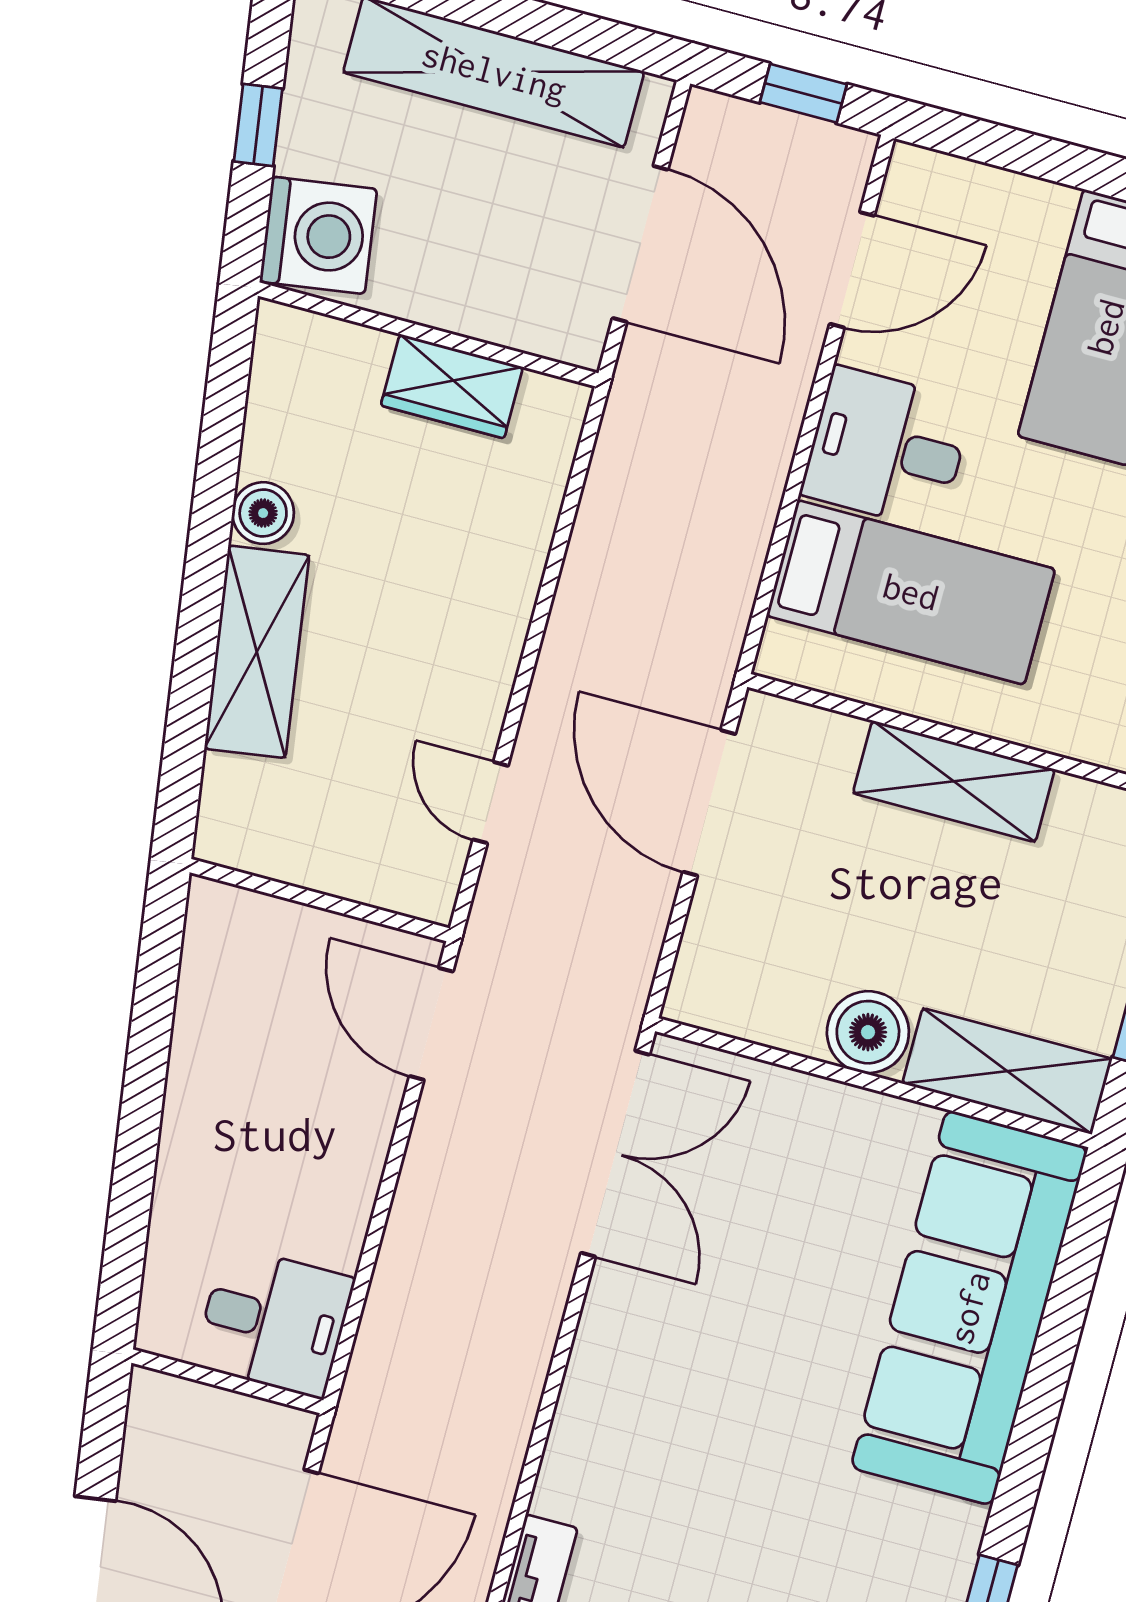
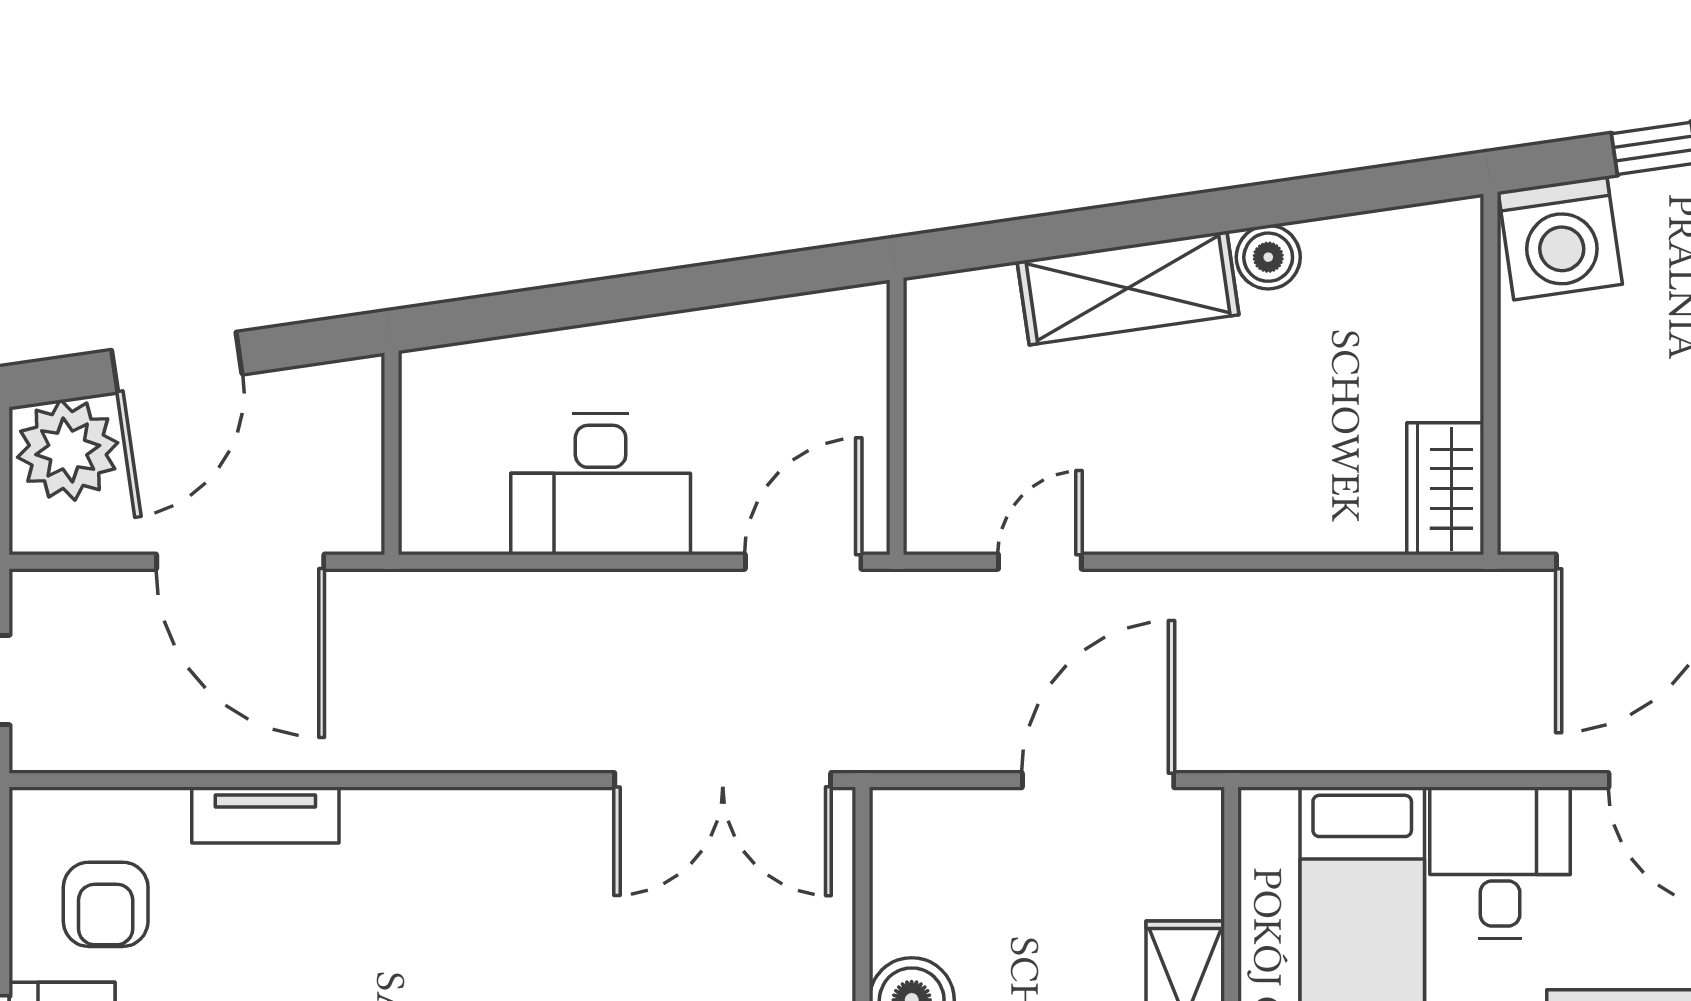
wardrobe: (452, 386) -> (1445, 489), moved
desk: (274, 1322) -> (601, 484), moved, width x1.37

